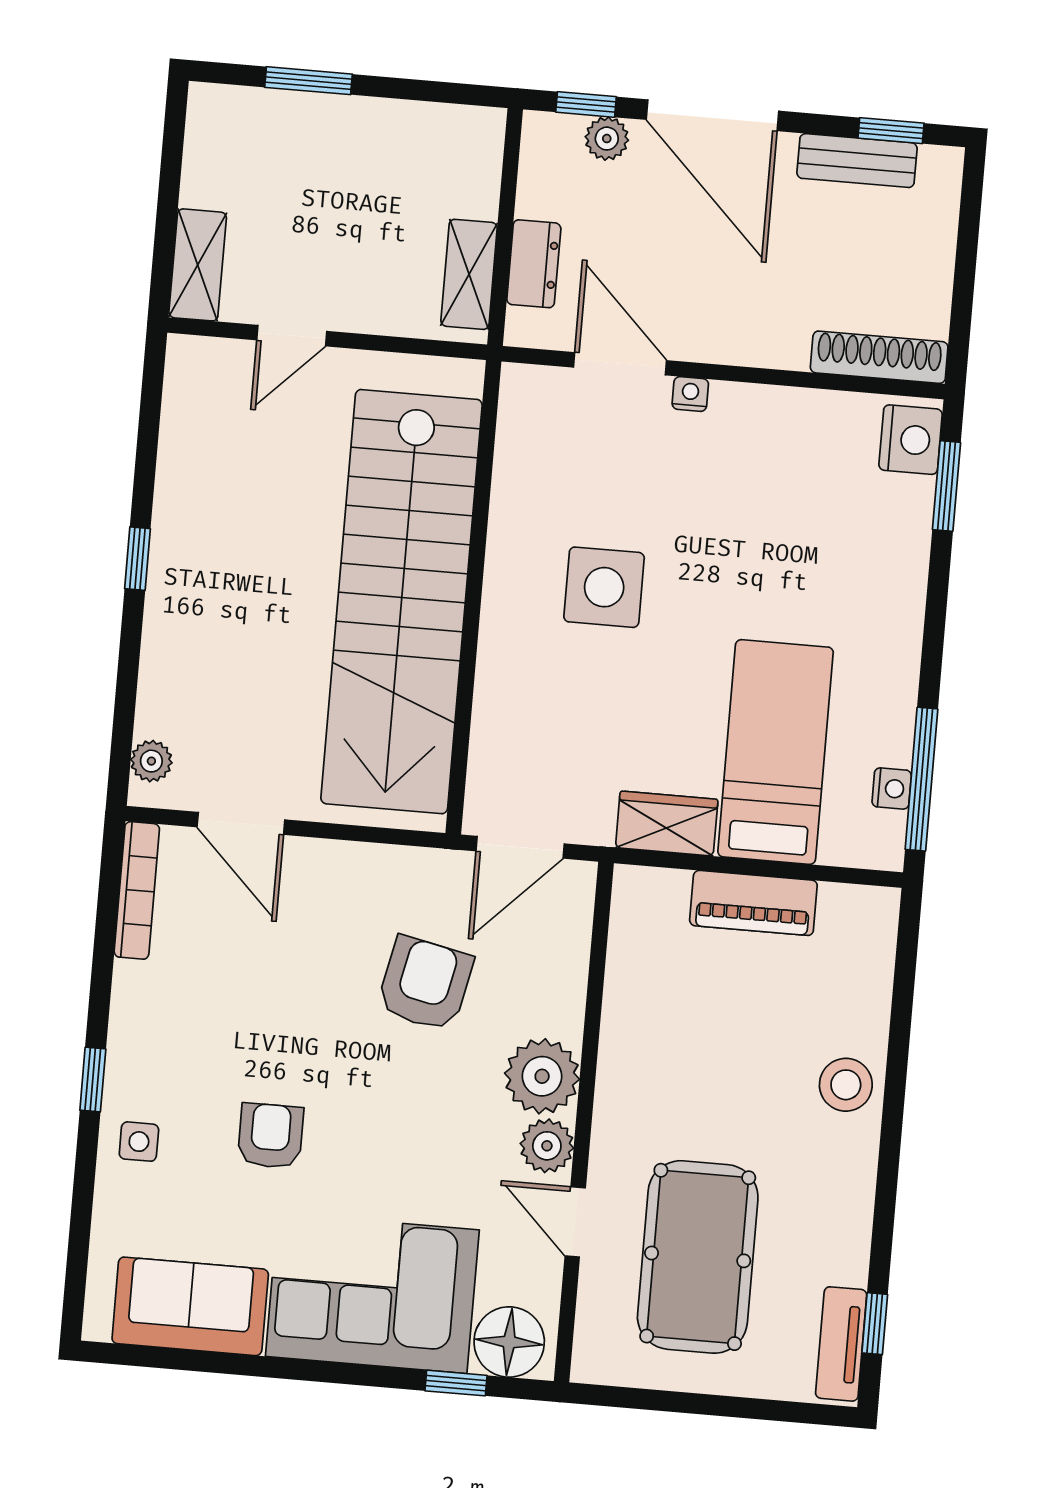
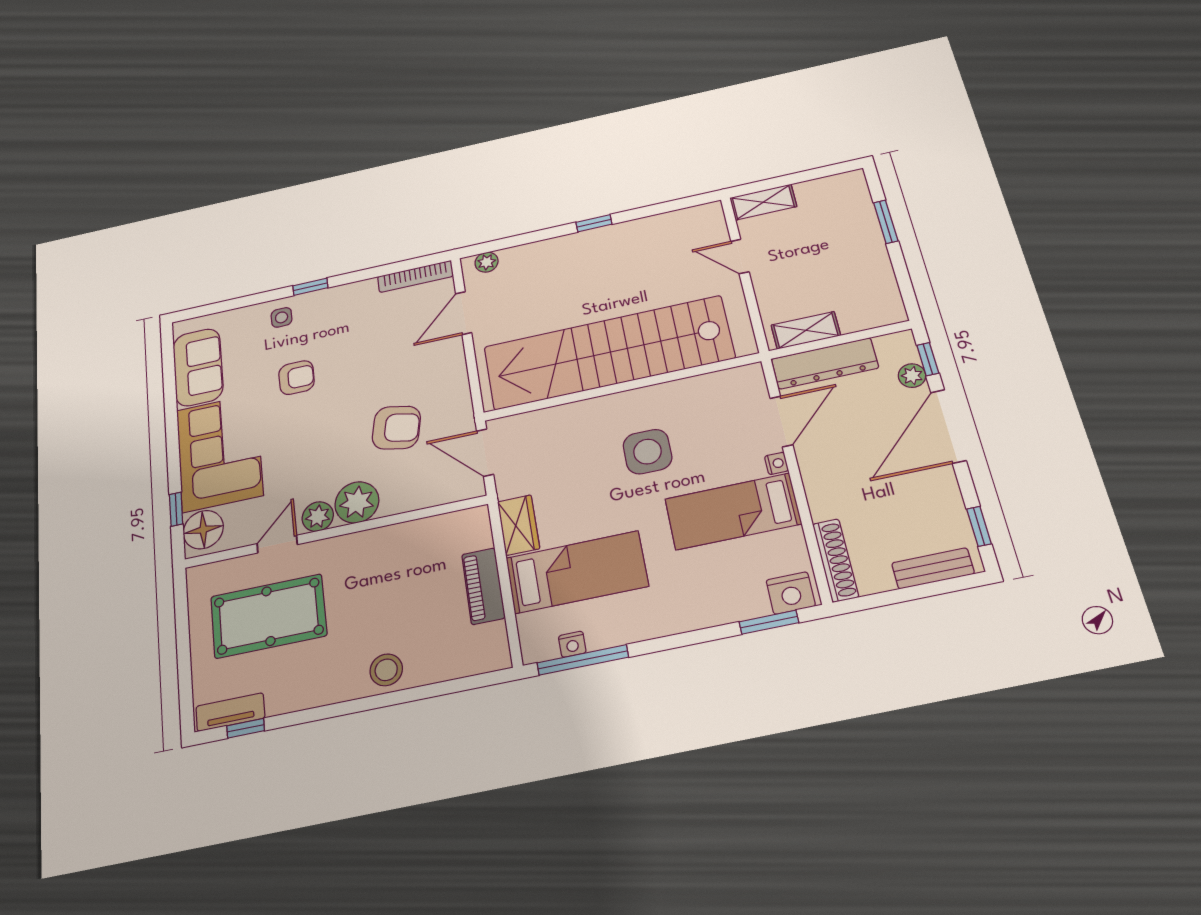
bench: (857, 161) -> (933, 568), moved, turned 90
dresser: (534, 264) -> (825, 363), width x1.96, depth x1.24
bed: (750, 485) -> (733, 511), added

